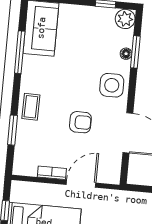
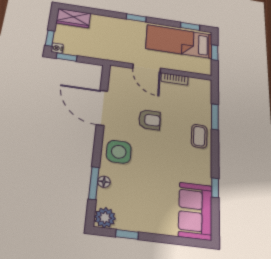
window: (20, 52) -> (215, 188), width x0.46
armchair: (80, 122) -> (149, 120), turned 180
door: (81, 184) -> (147, 68), hinge flipped

